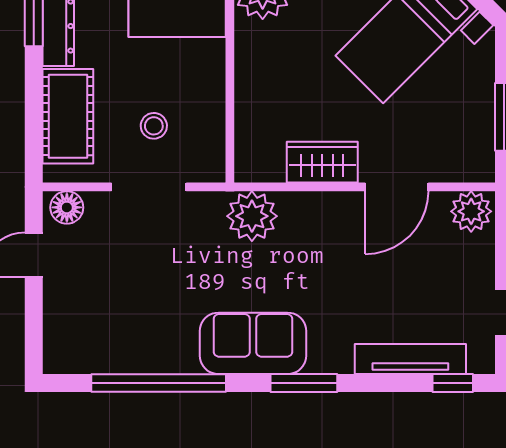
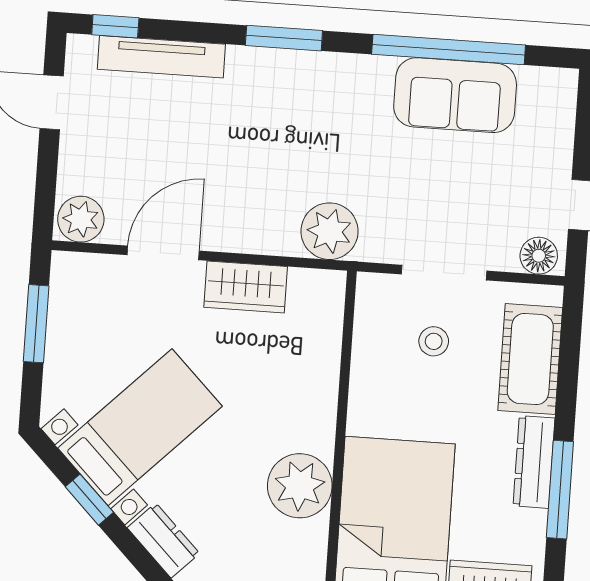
sofa: (253, 343) -> (455, 95), moved

